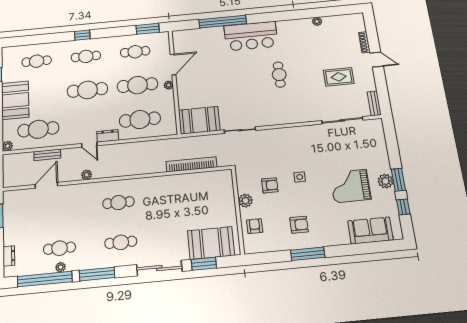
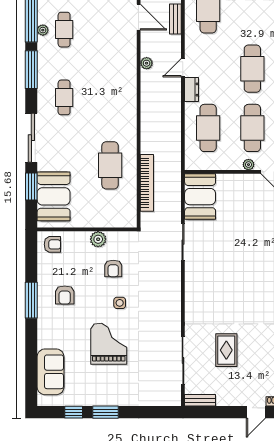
cafe table: (279, 75) -> (248, 296), removed
rug: (339, 77) -> (226, 350), moved
plant: (385, 181) -> (105, 398), removed
grand piano: (350, 186) -> (109, 344), moved
cafe table: (118, 203) -> (110, 165), moved, width x1.37, depth x1.35
armchair: (255, 226) -> (52, 244), moved

